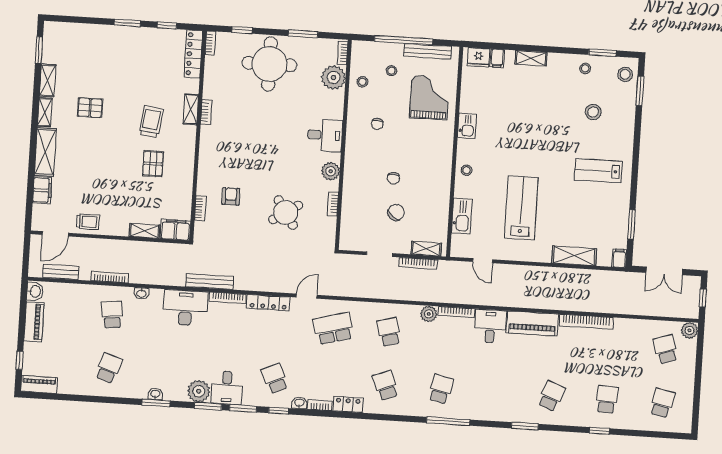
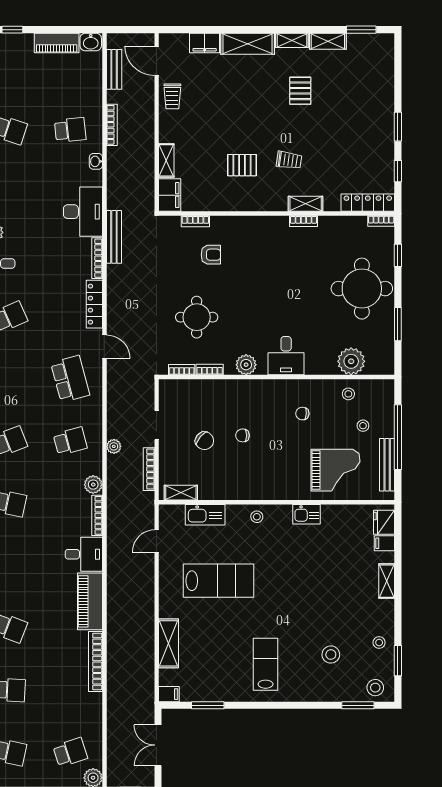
bookcase: (343, 53) -> (182, 370), moved
trolley: (151, 122) -> (289, 160), width x0.73, depth x0.72
round table: (286, 212) -> (197, 317), turned 33
shelving: (426, 249) -> (181, 493), moved, turned 90
plant: (396, 293) -> (114, 446), added

